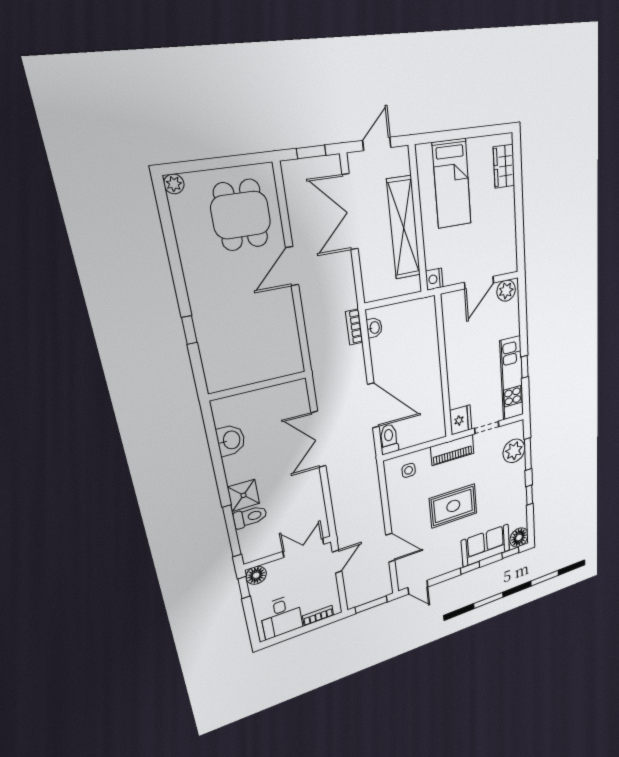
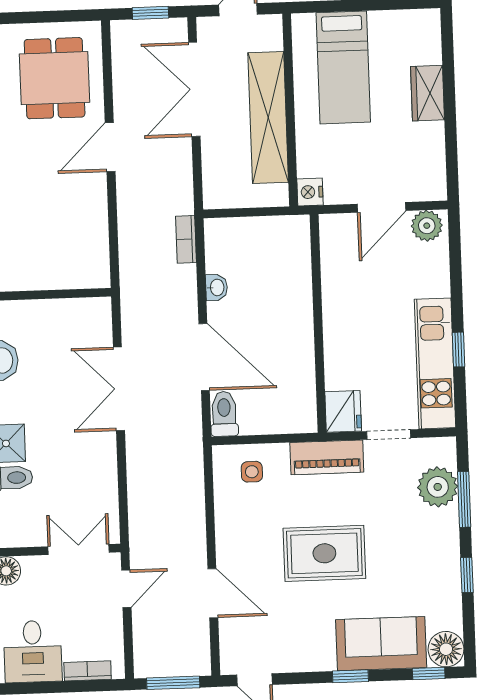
wardrobe: (504, 166) -> (428, 93), moved
washbasin: (374, 328) -> (217, 287), moved

